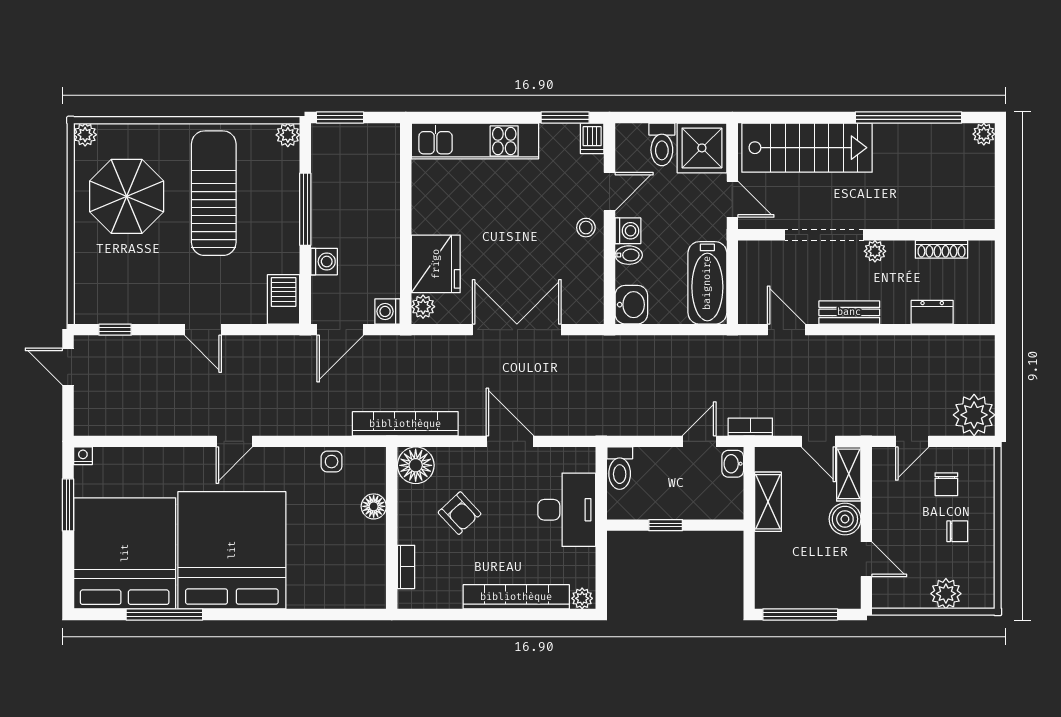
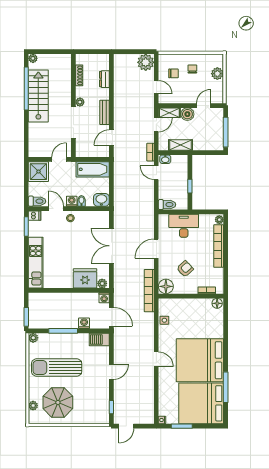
plant: (85, 135) -> (33, 406), moved
toilet: (662, 144) -> (37, 201), moved
stairs: (807, 148) -> (38, 96), moved
floor lamp: (374, 506) -> (217, 303), moved

